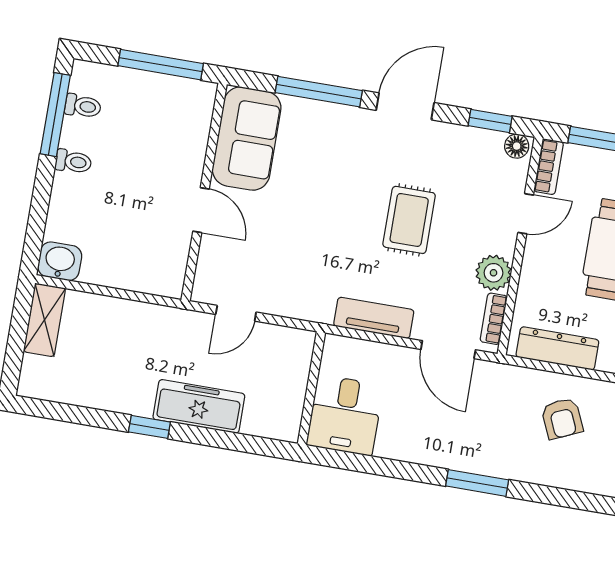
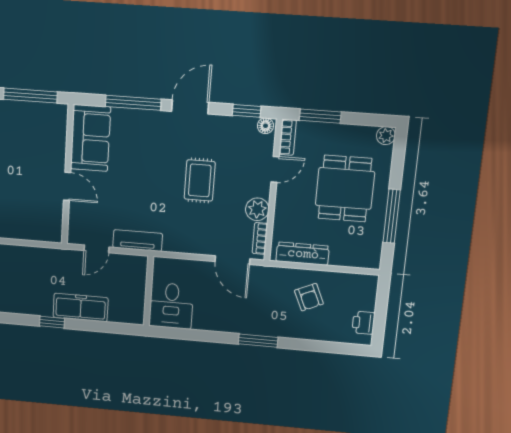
tv unit: (374, 318) -> (138, 241), moved

